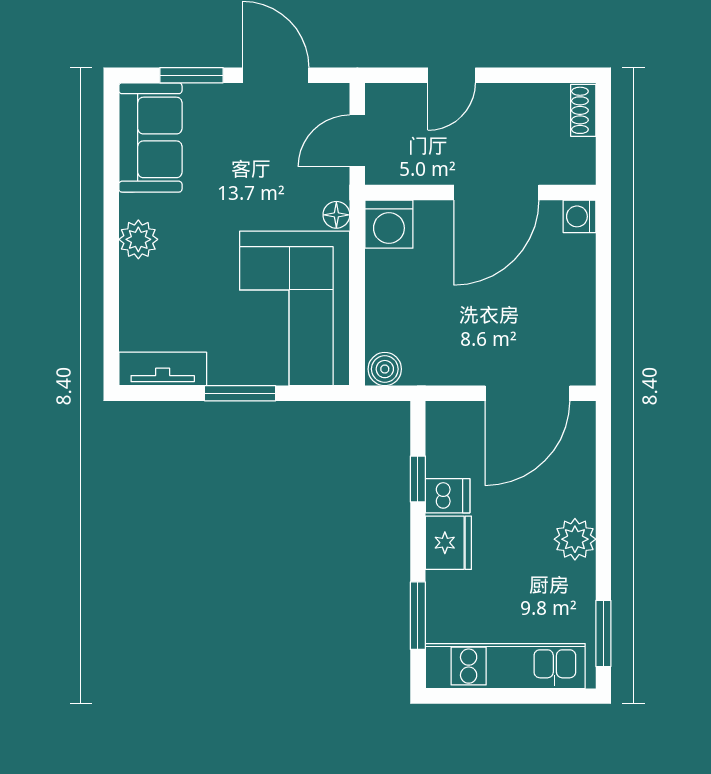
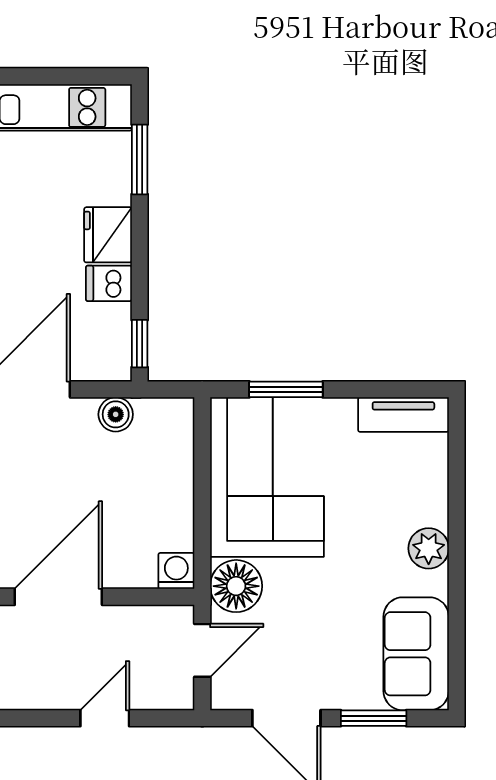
floor lamp: (336, 215) -> (236, 586), width x1.89, depth x1.89
washing machine: (389, 224) -> (176, 571), width x0.73, depth x0.73
boiler: (385, 369) -> (116, 414), moved
window: (240, 393) -> (286, 389), moved
window: (418, 479) -> (140, 344), moved

